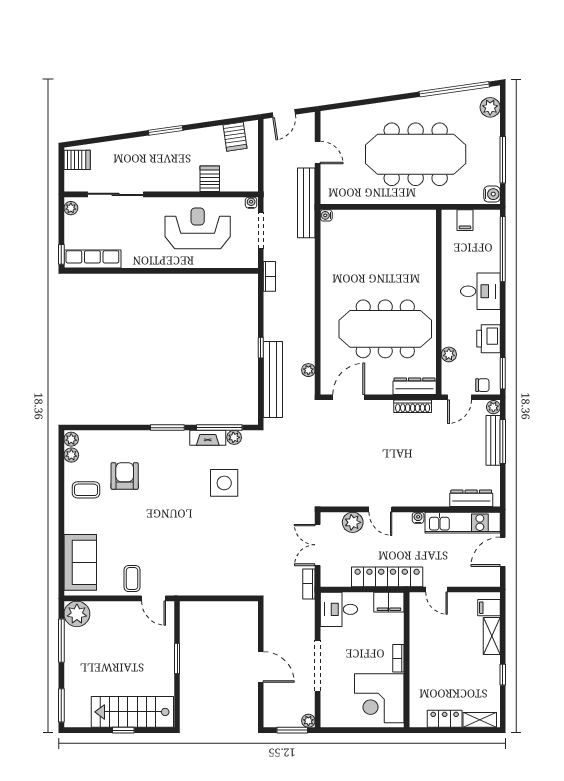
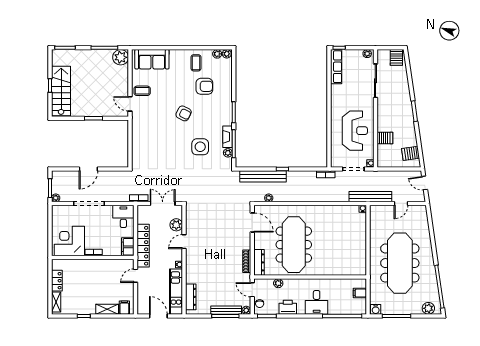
armchair: (169, 510) -> (184, 113), added
door: (154, 598) -> (130, 104), hinge flipped

